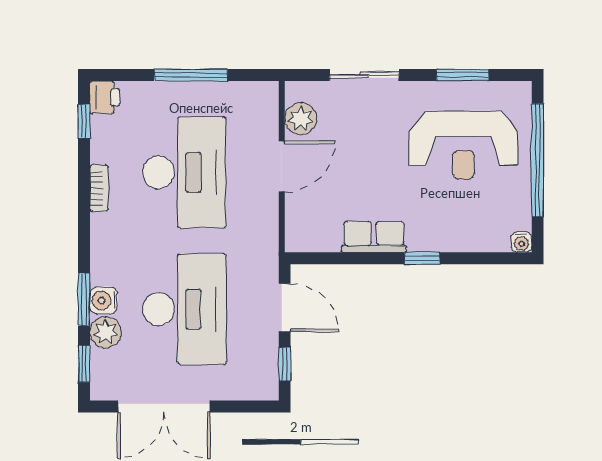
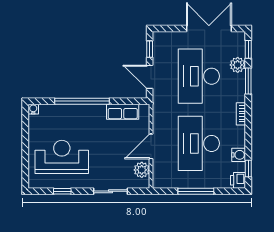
window: (462, 75) -> (62, 191), width x0.67
window: (538, 160) -> (25, 149), removed
bookcase: (99, 188) -> (241, 114), moved
row of seats: (374, 237) -> (123, 112), moved
window: (422, 258) -> (82, 101), width x3.17
water cooler: (104, 300) -> (239, 155), moved

